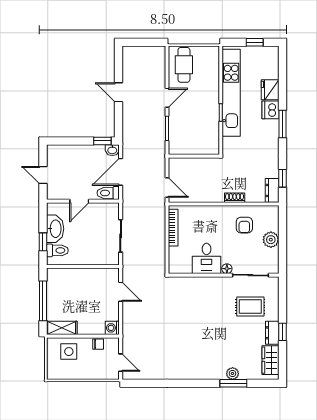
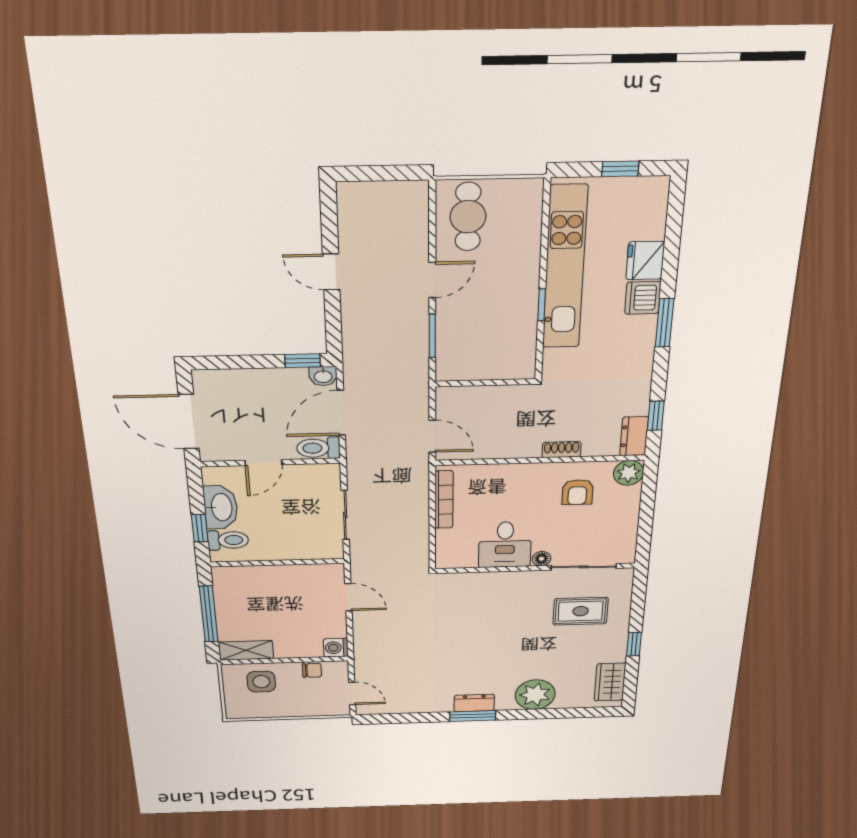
door: (43, 175) -> (189, 422), width x1.87
plant: (271, 240) -> (629, 473), moved
dresser: (272, 333) -> (474, 703), moved, turned 90
plant: (233, 373) -> (535, 695), width x1.87, depth x1.87
window: (233, 383) -> (473, 716), moved

